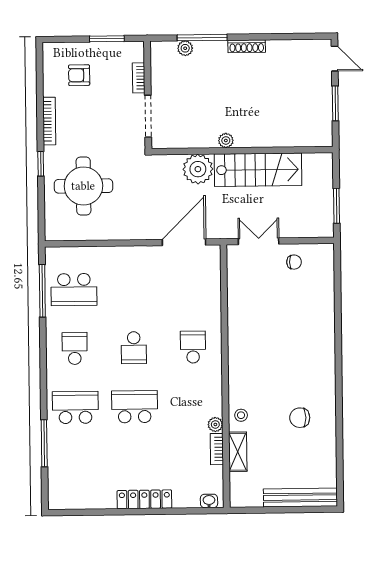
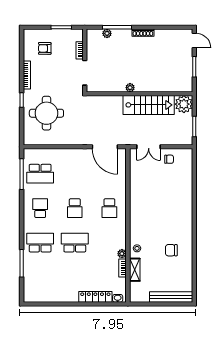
plant: (198, 169) -> (184, 104), moved
double door: (259, 241) -> (149, 147), swing flipped
door: (184, 242) -> (105, 147), swing flipped
school desk: (193, 347) -> (109, 208), turned 180
locker: (144, 499) -> (95, 297), moved

